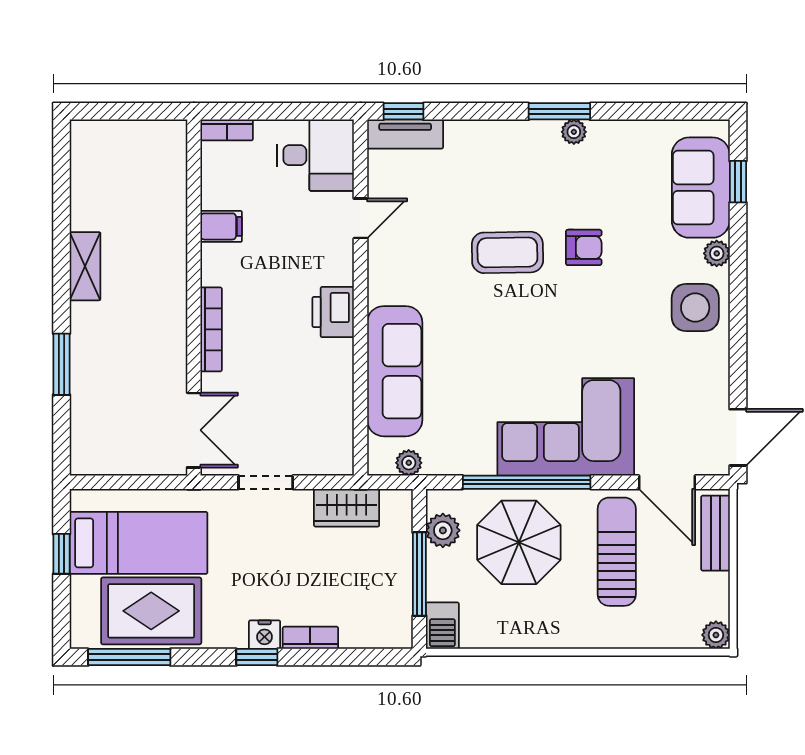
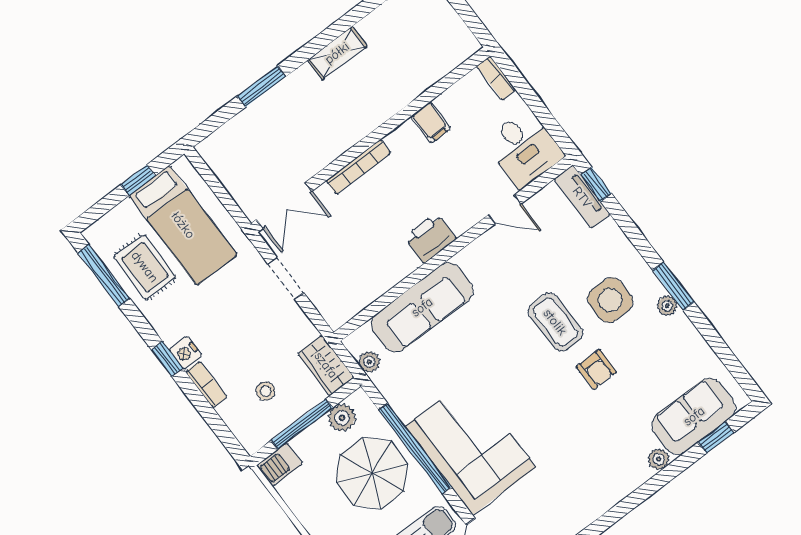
side table: (695, 308) -> (610, 300), moved
wardrobe: (347, 508) -> (326, 365), moved
stool: (361, 585) -> (266, 391), added
rug: (151, 611) -> (145, 267), width x0.73, depth x0.70

